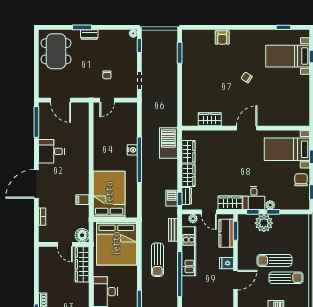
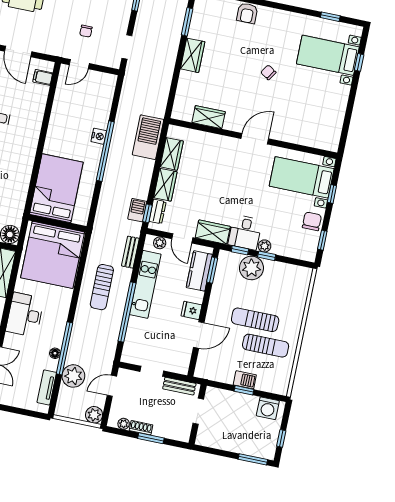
wardrobe: (189, 76) -> (193, 55), added
filing cabinet: (82, 200) -> (43, 77), moved

